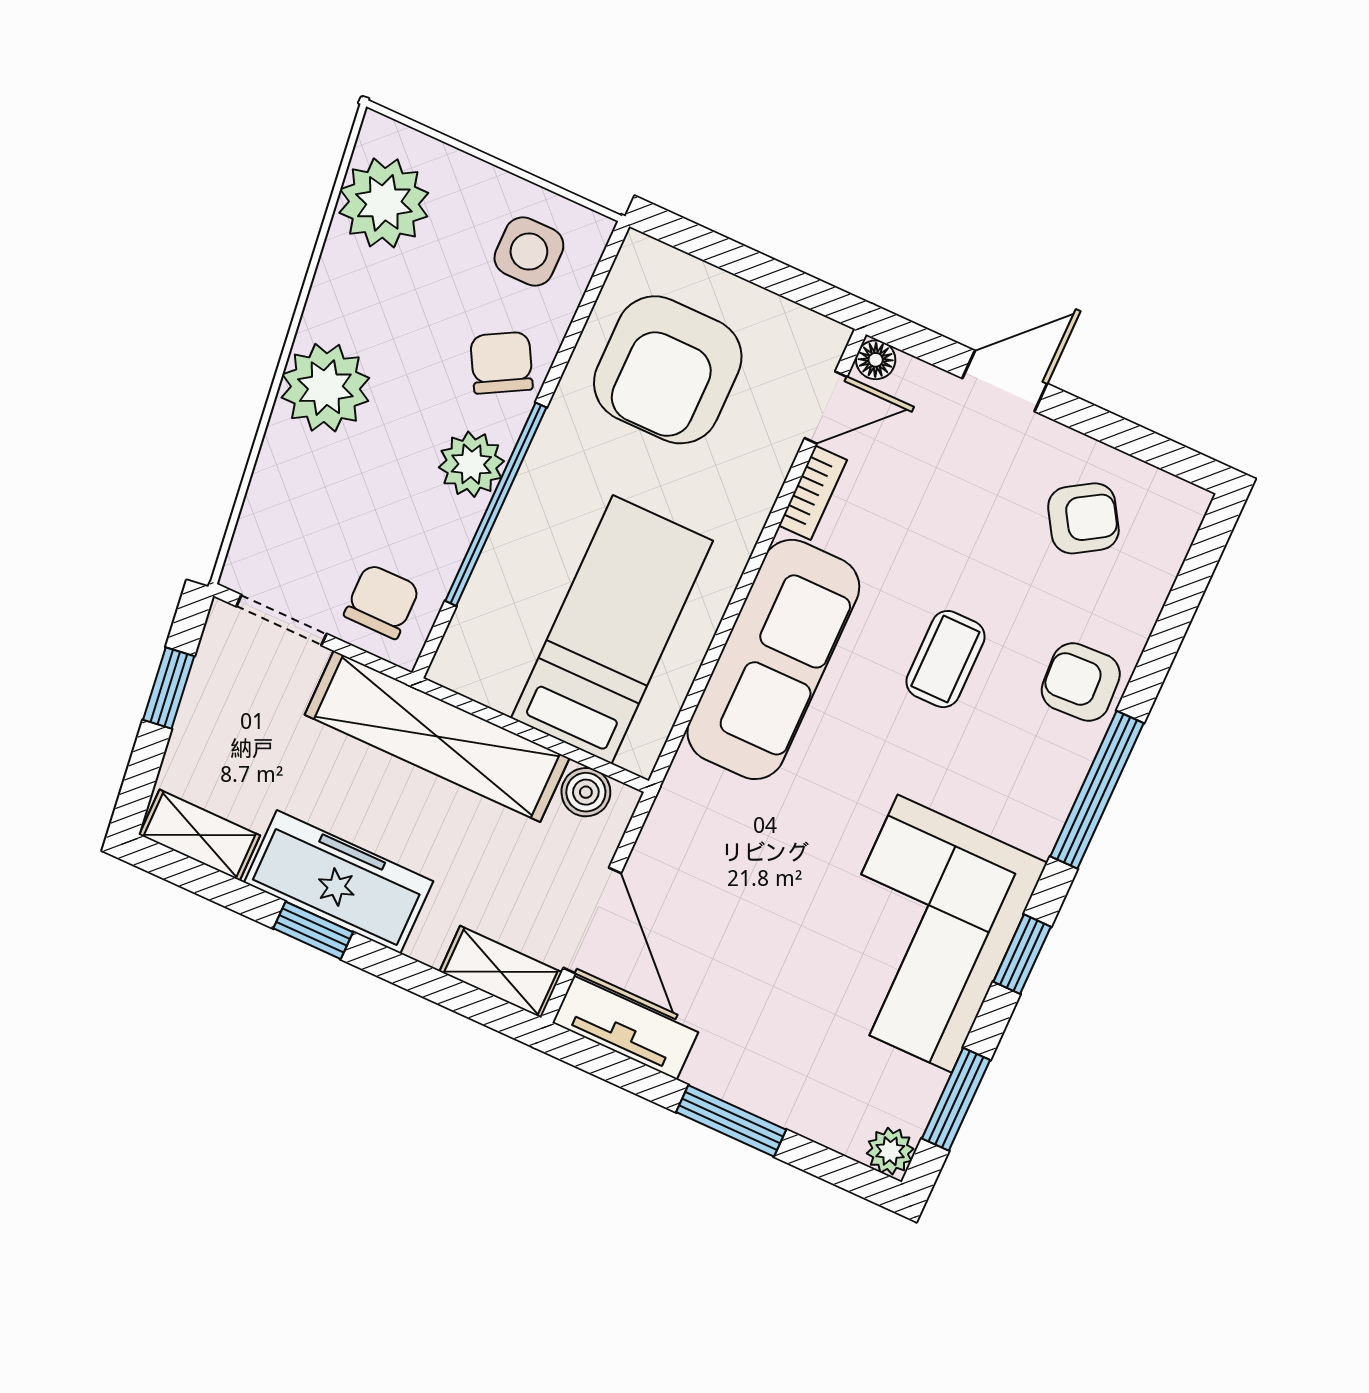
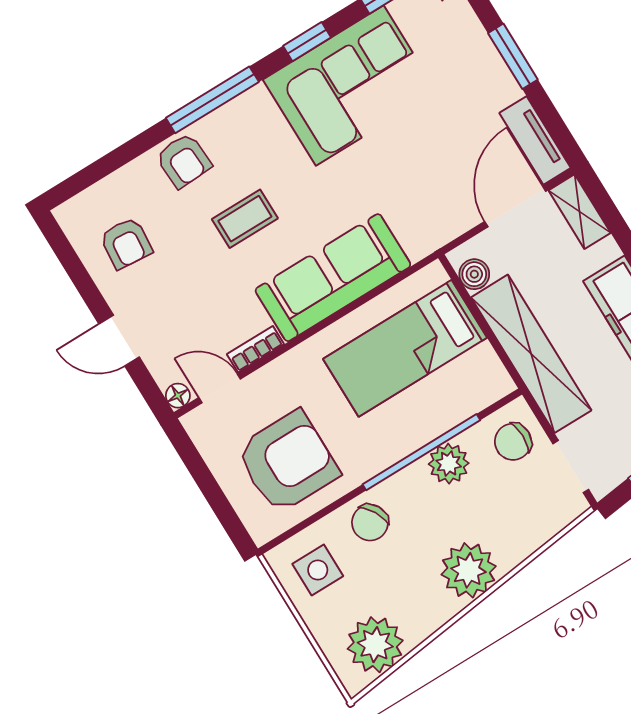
plant: (471, 464) -> (449, 464), moved
armchair: (1083, 518) -> (126, 243), turned -143

